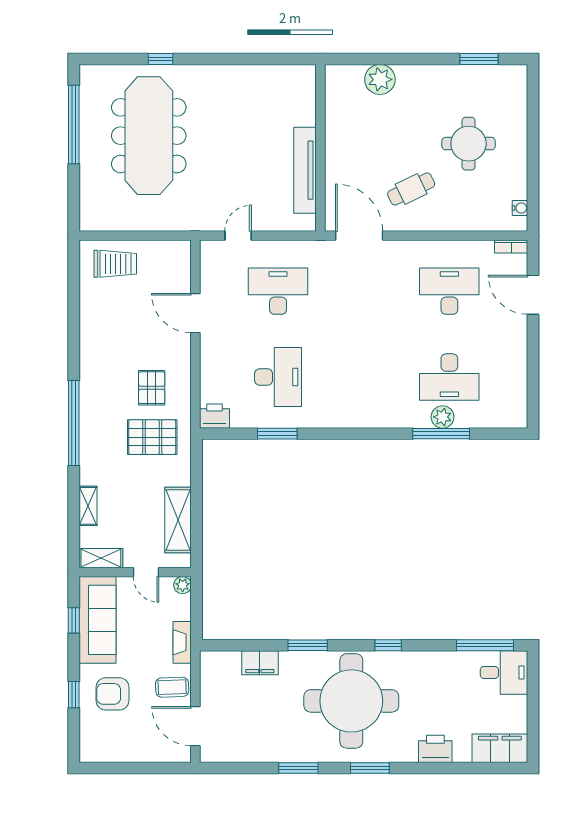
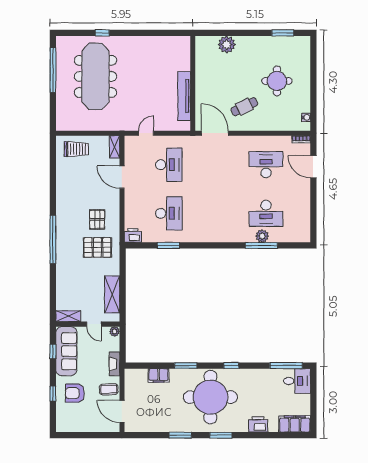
desk: (278, 291) -> (169, 165), turned 90
shelving: (88, 506) -> (114, 147), moved

